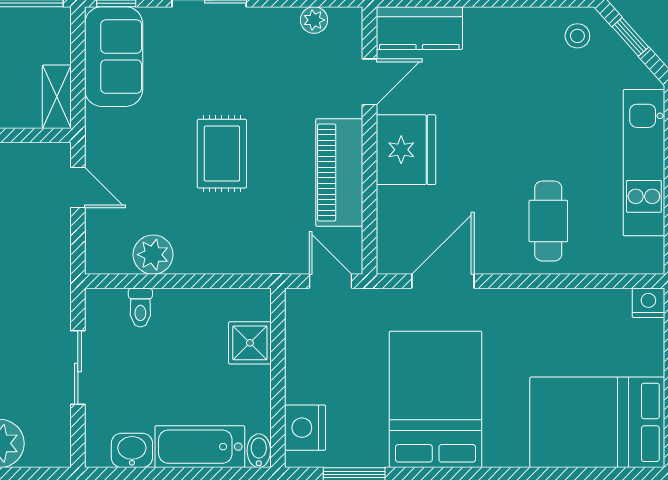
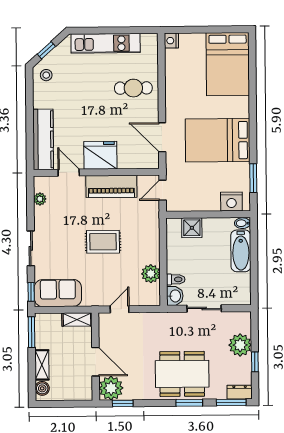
kitchen counter: (419, 28) -> (43, 139), width x1.50
washbasin: (132, 450) -> (175, 296), moved, turned 180

